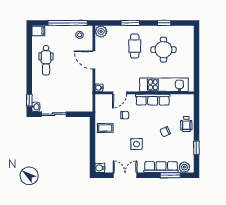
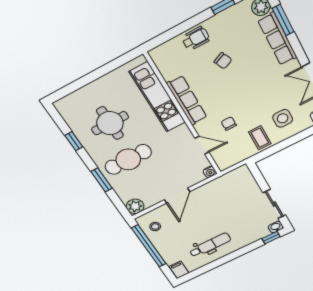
cafe table: (135, 46) -> (128, 159), width x1.37, depth x1.35
side table: (137, 144) -> (283, 118), moved

